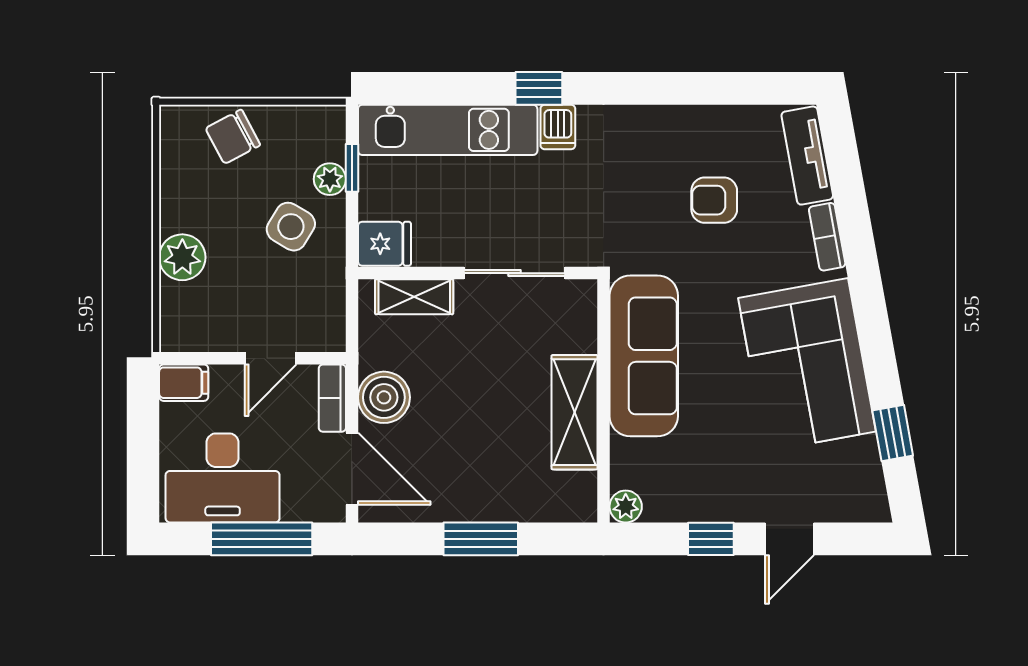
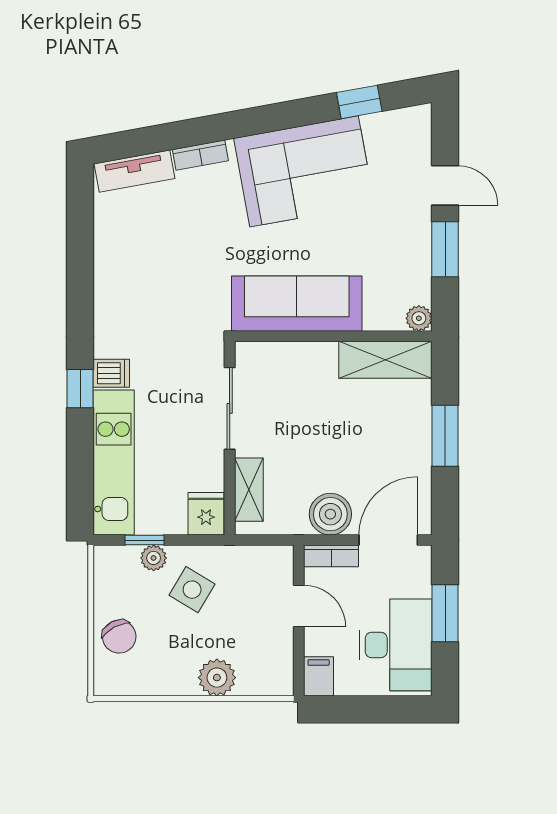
armchair: (714, 200) -> (171, 247), removed
shelving: (575, 412) -> (385, 360), moved
window: (262, 539) -> (445, 613), width x0.69
window: (711, 539) -> (445, 249), width x1.50

